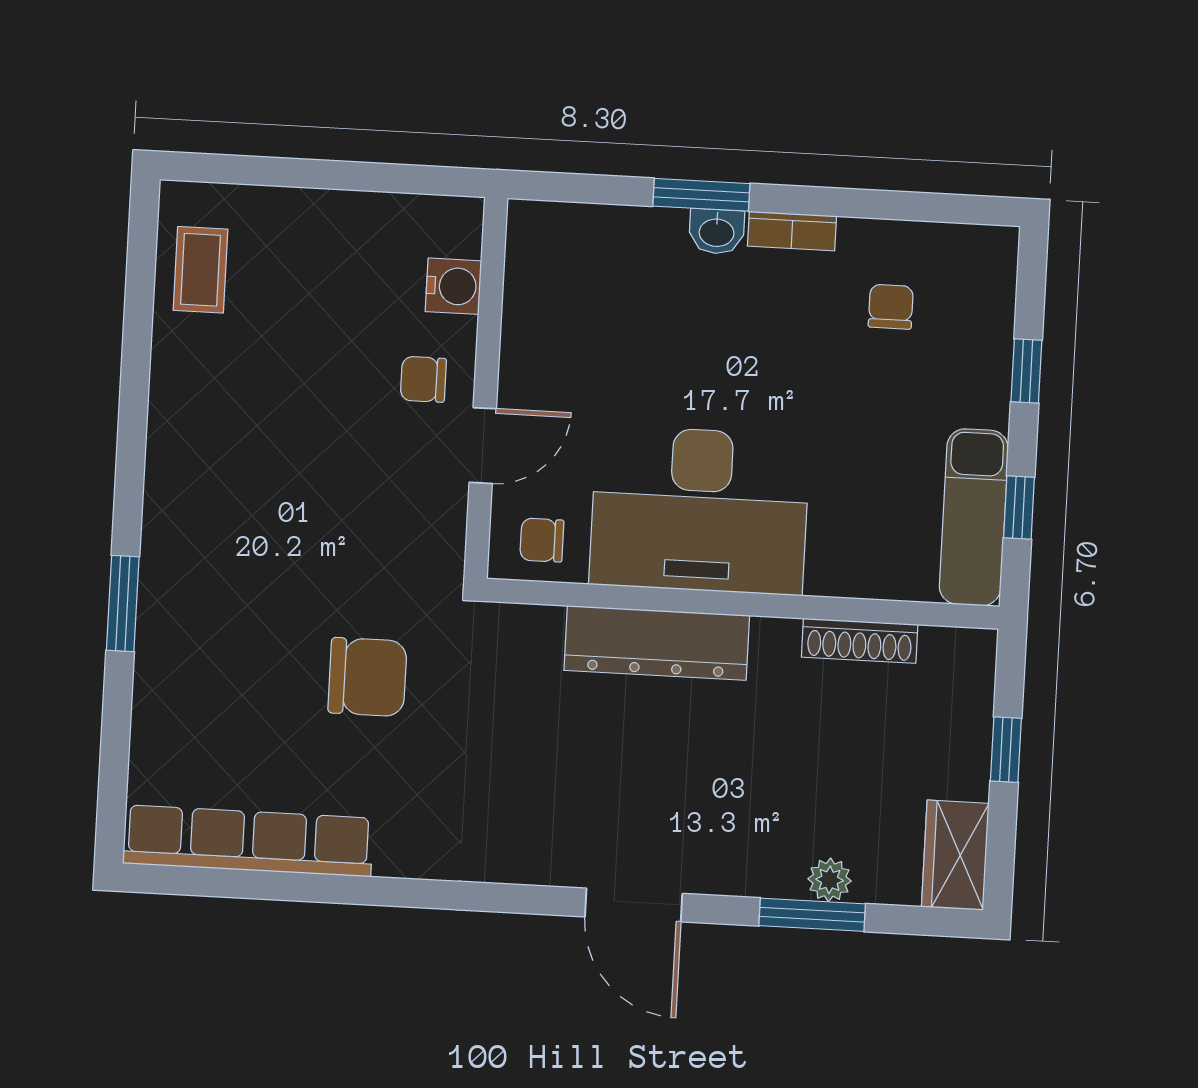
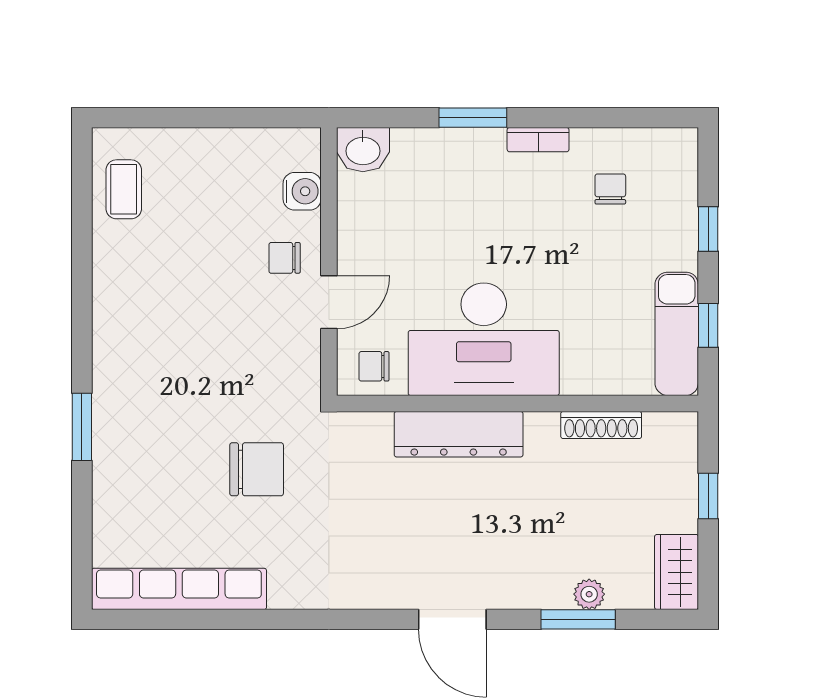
washbasin: (717, 231) -> (363, 150), moved, width x1.38, depth x1.45

